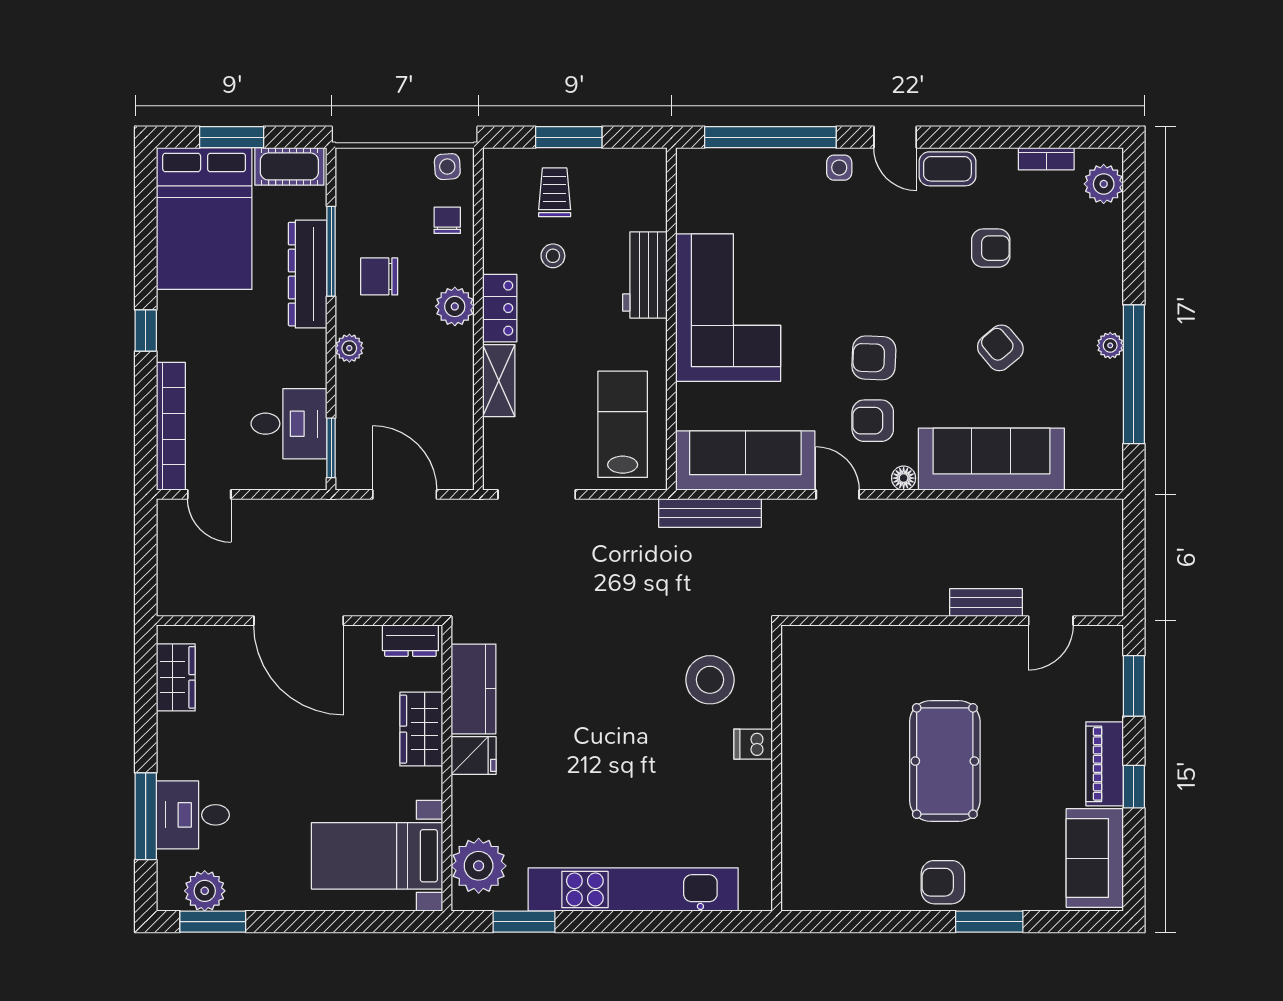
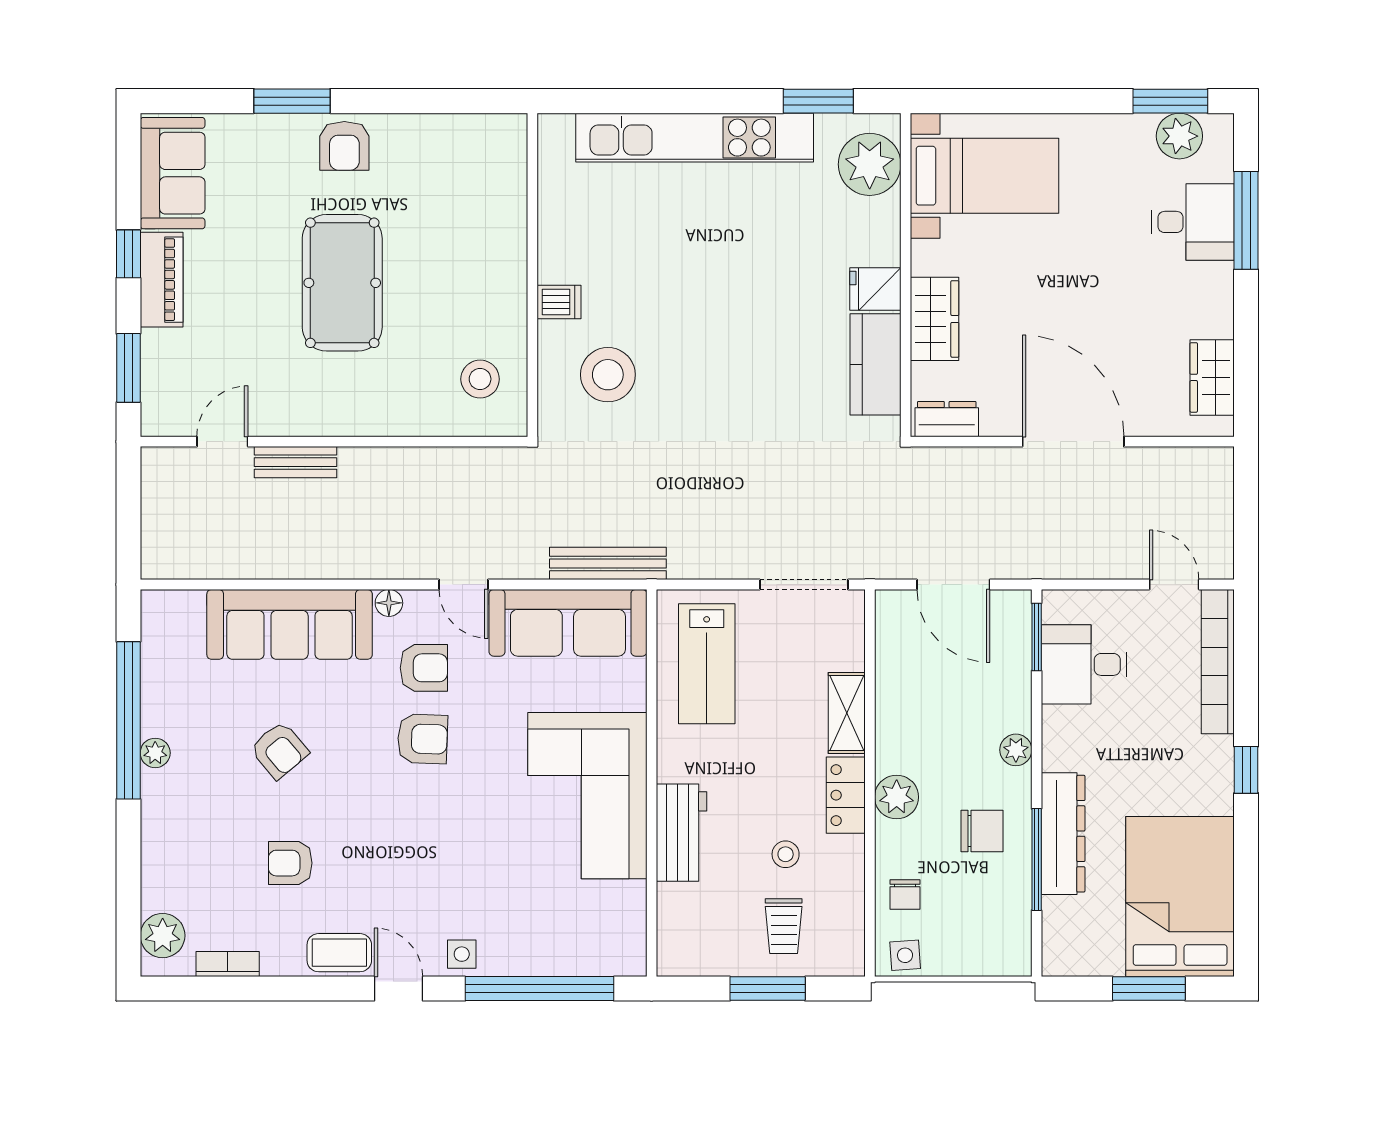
cot: (289, 166) -> (1084, 955), removed
stool: (823, 676) -> (480, 379), added
armchair: (943, 882) -> (344, 146), turned 90

